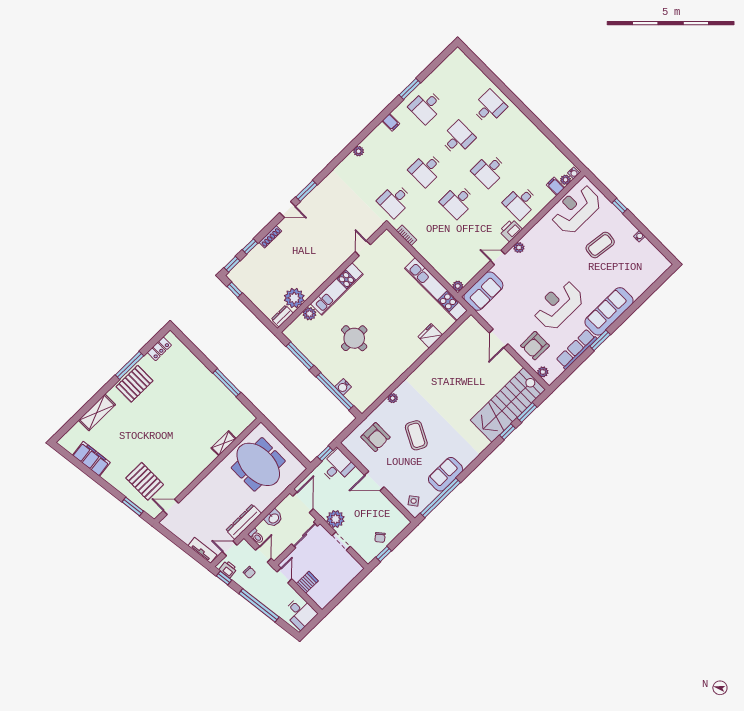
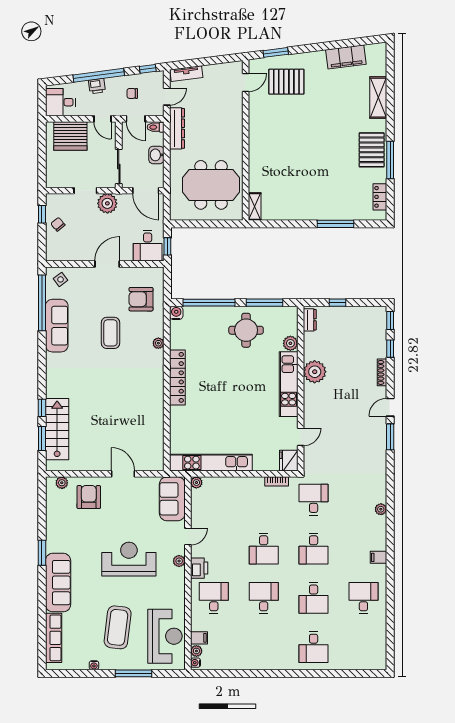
window: (410, 89) -> (390, 598), removed
desk: (426, 169) -> (314, 549), turned 180
desk: (458, 201) -> (264, 549), turned 180
window: (620, 206) -> (133, 673), width x2.17
coffee table: (600, 245) -> (118, 627), width x1.36, depth x1.32
door: (363, 248) -> (301, 437), hinge flipped
window: (235, 290) -> (338, 303), moved
plant: (294, 298) -> (315, 372), moved
reception desk: (558, 305) -> (129, 559), moved, turned -90
fridge: (430, 336) -> (289, 461), moved, turned 180
round table: (354, 338) -> (246, 330), moved
row of seats: (576, 349) -> (54, 638), moved
locker: (403, 364) -> (177, 377), added
window: (227, 383) -> (335, 224), moved
water cooler: (343, 387) -> (176, 313), moved
stairs: (508, 405) -> (57, 429), width x0.73, depth x0.66
coffee table: (416, 435) -> (110, 333), turned 63
shelving: (224, 443) -> (255, 206), moved
sofa: (446, 474) -> (57, 326), width x1.36
printer: (228, 569) -> (97, 86), moved
server rack: (307, 582) -> (70, 136), width x2.18, depth x1.44

